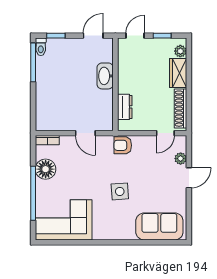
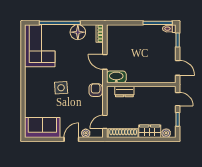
washbasin: (105, 76) -> (116, 77), moved
door: (85, 133) -> (105, 62), hinge flipped
door: (165, 133) -> (105, 122), hinge flipped
door: (189, 178) -> (71, 139), swing flipped
sofa: (159, 226) -> (42, 128), moved, turned -90

